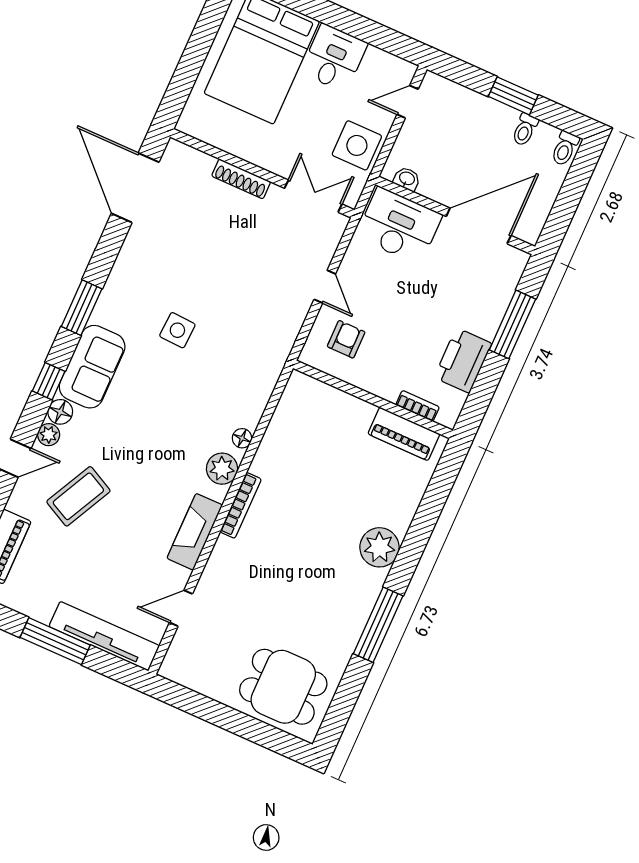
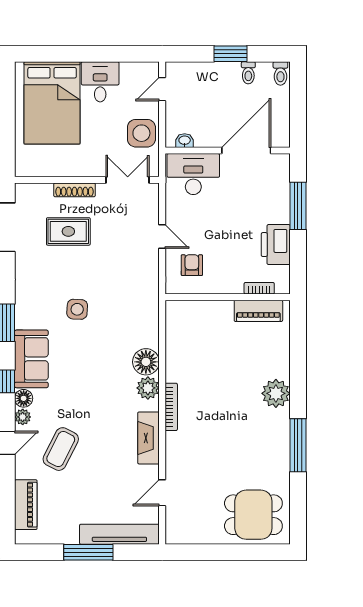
rug: (210, 228) -> (68, 231), added
floor lamp: (242, 438) -> (146, 362), width x1.89, depth x1.89

